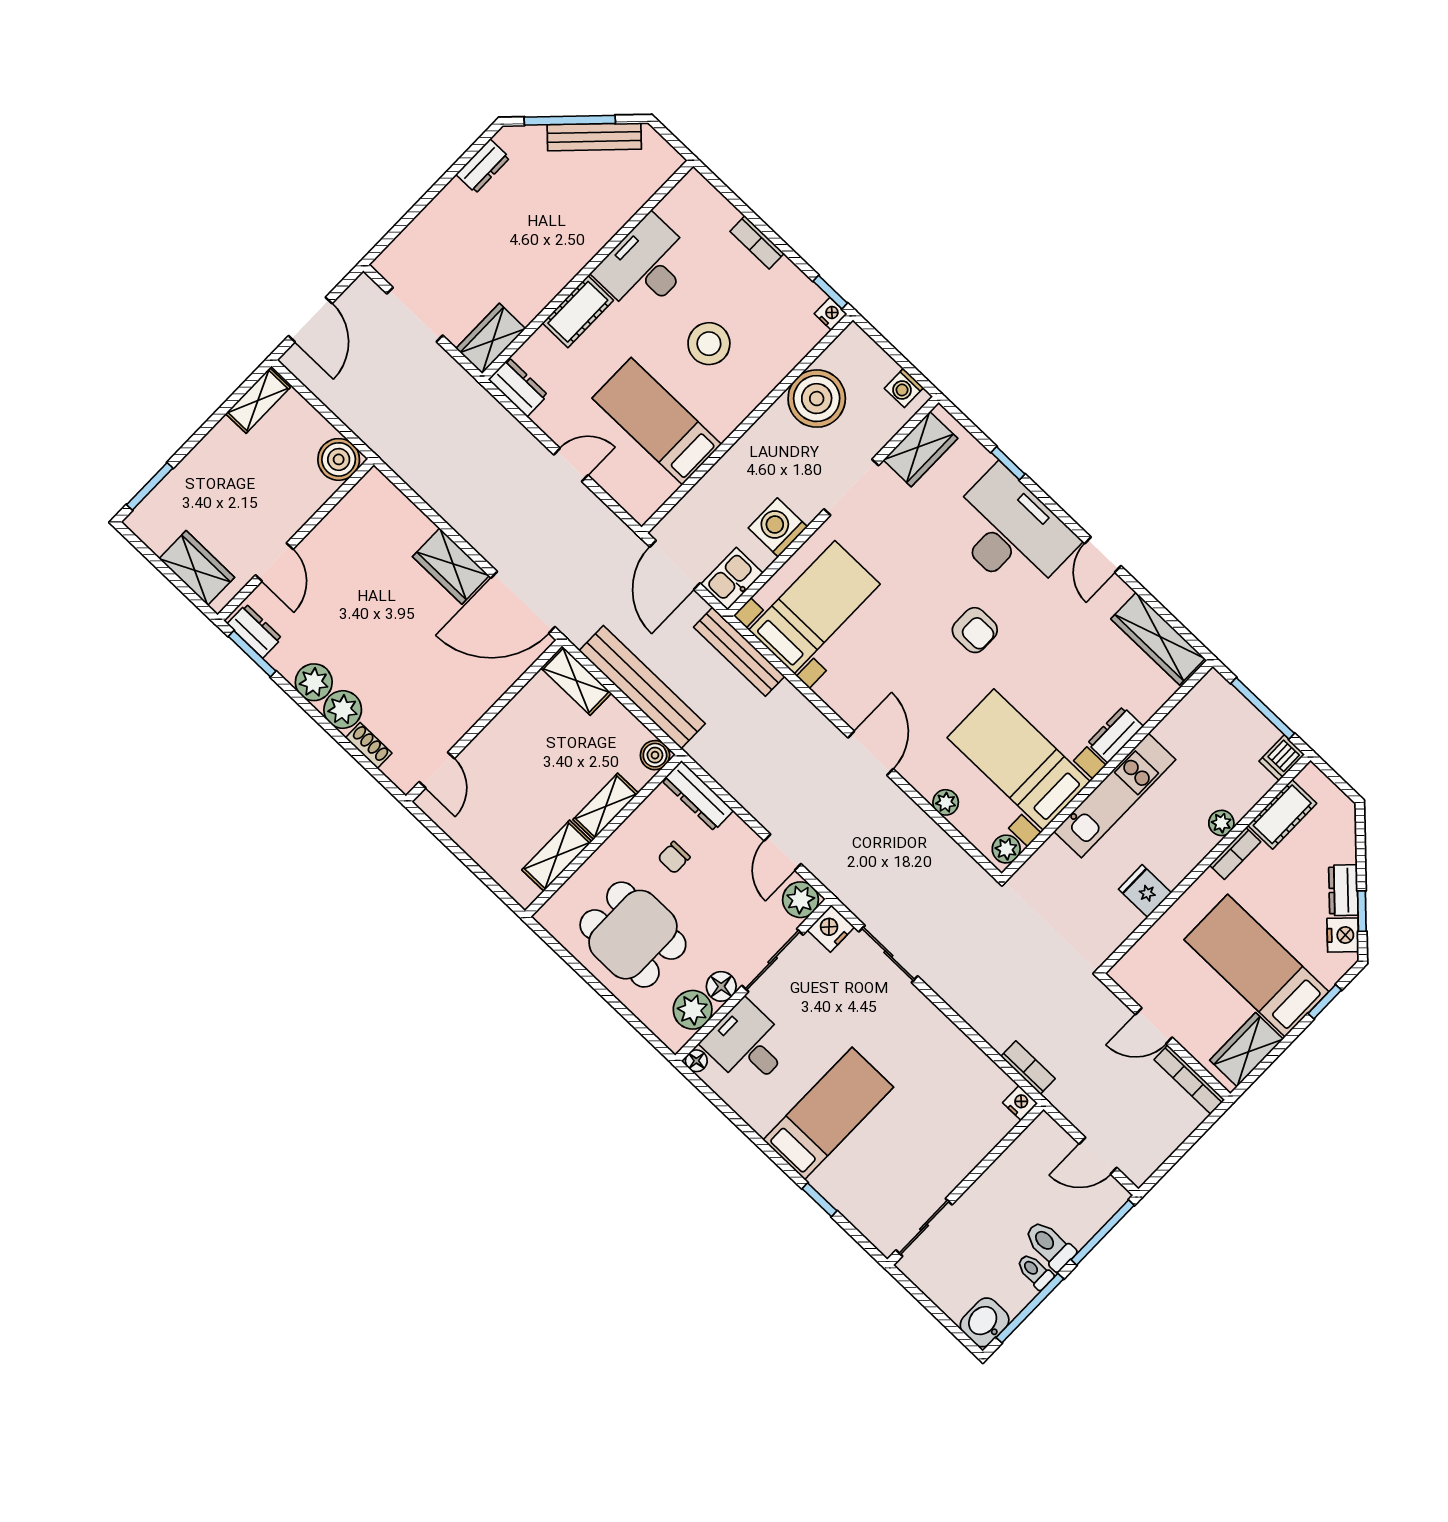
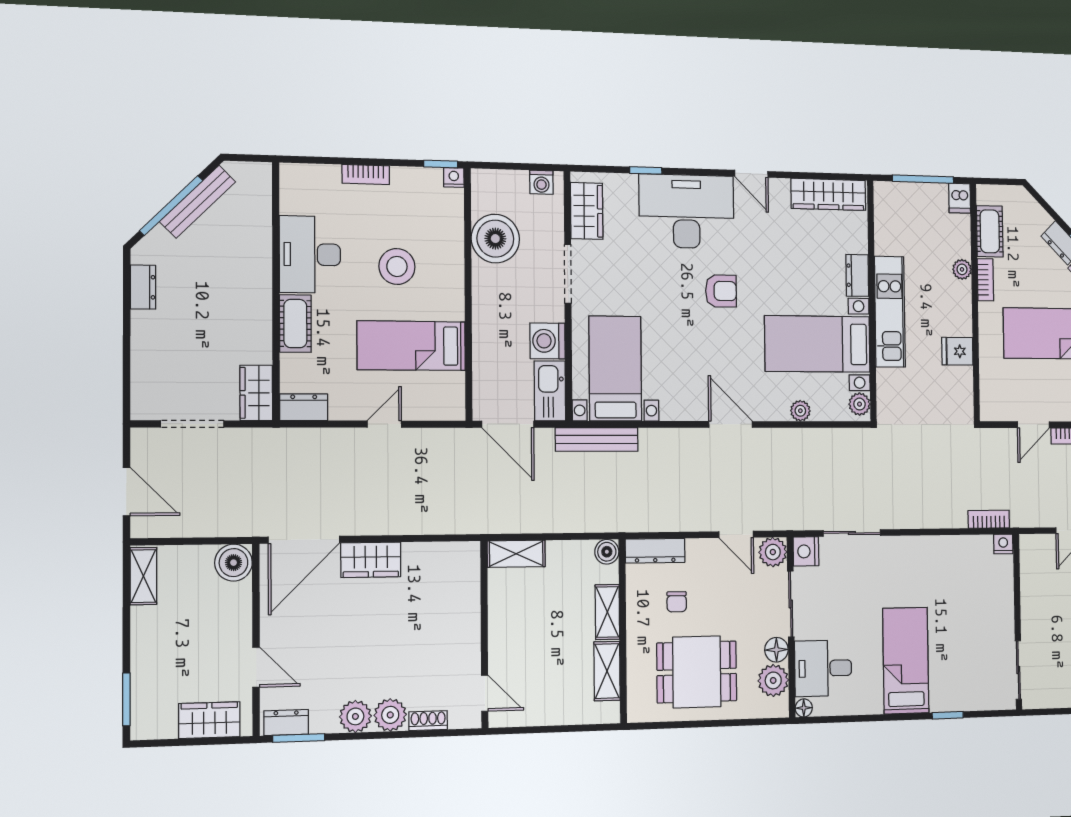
kitchen sink: (732, 579) -> (550, 391), width x1.38
door: (523, 602) -> (304, 540), moved
bench: (642, 687) -> (560, 518), removed

